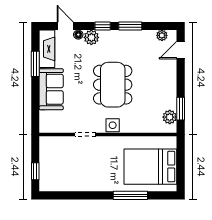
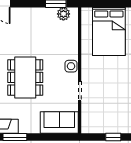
dining table: (113, 85) -> (25, 77), moved, turned 90
sofa: (51, 89) -> (59, 122), moved

